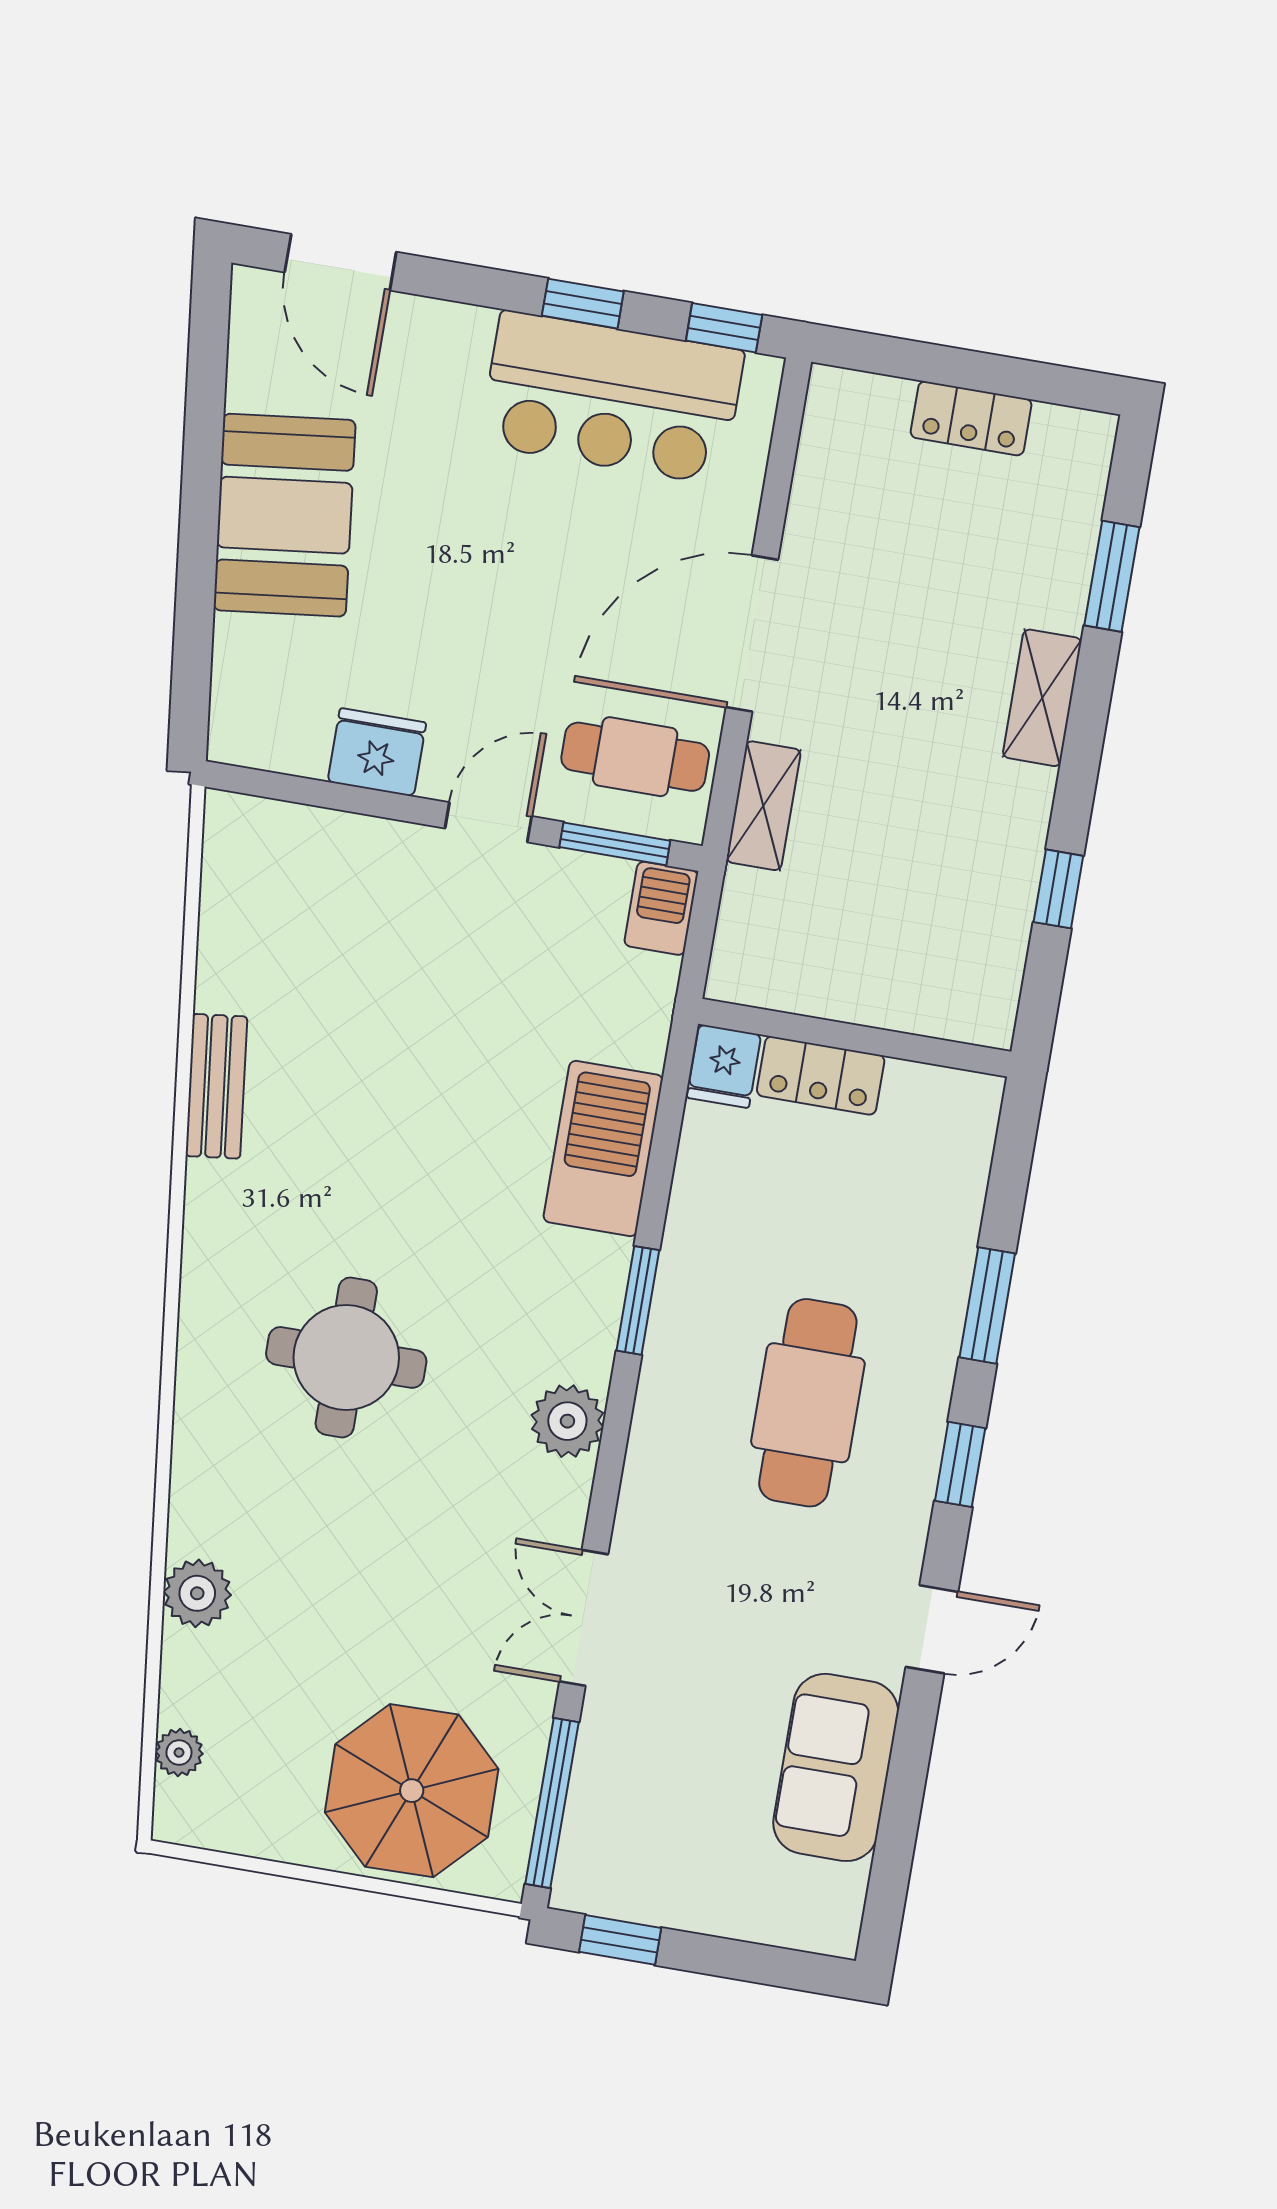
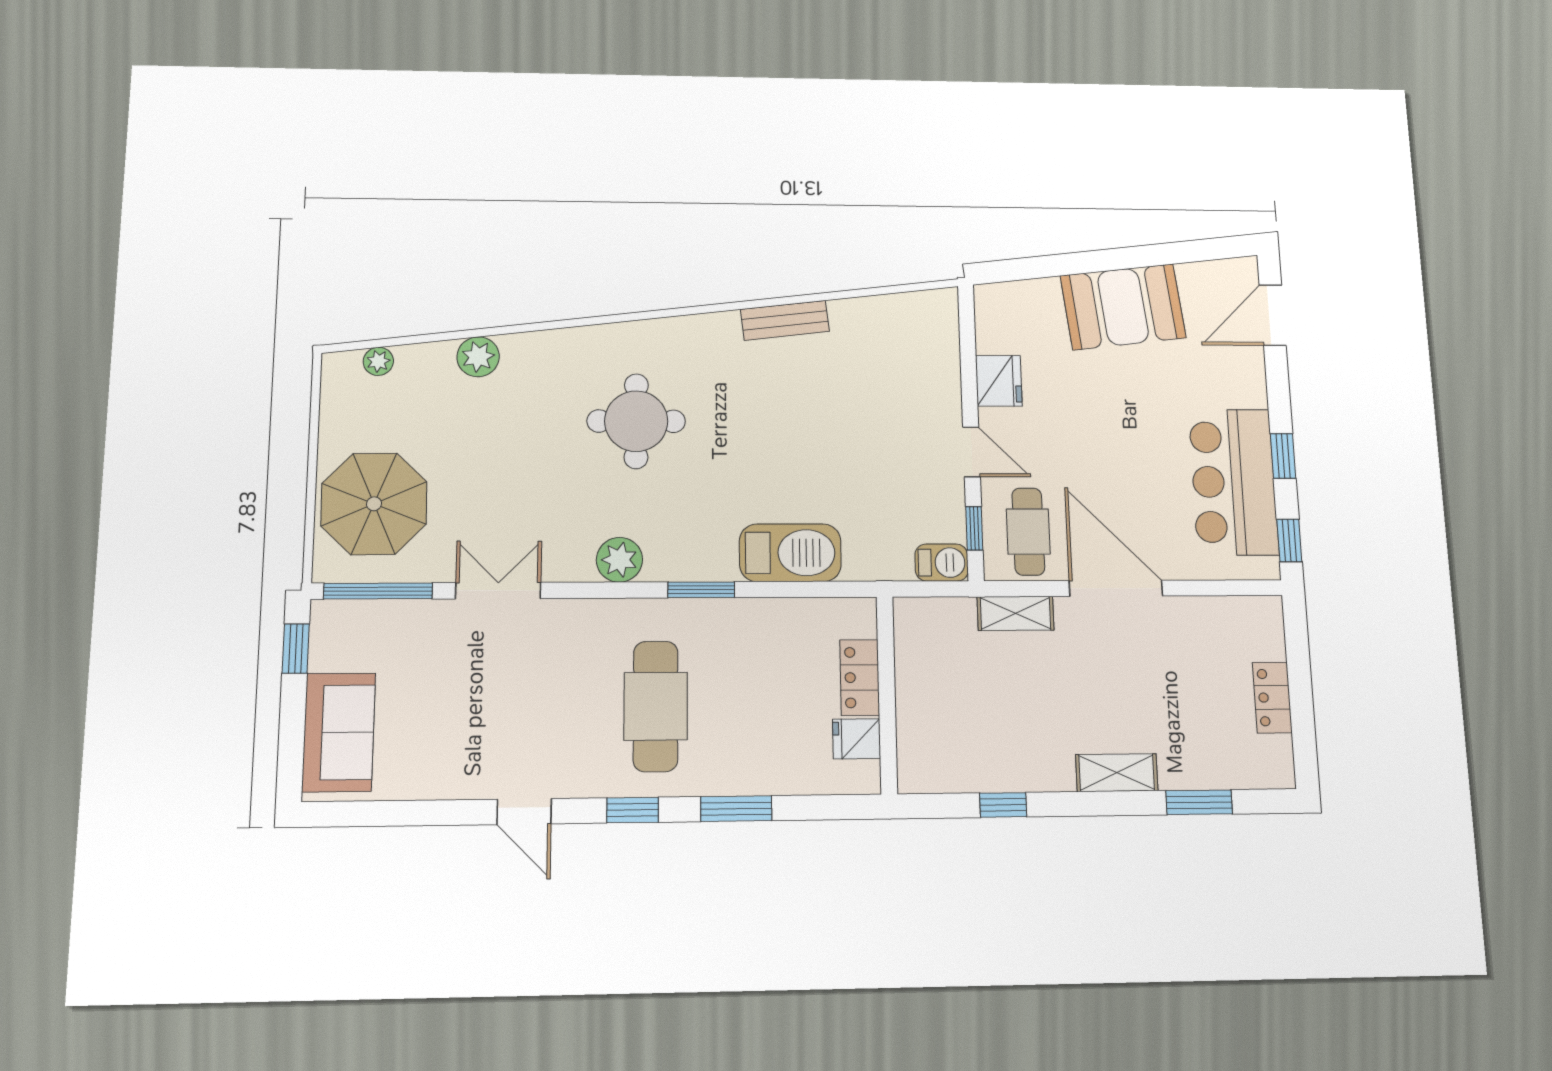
window: (615, 844) -> (974, 528), width x0.67
fridge: (724, 1066) -> (857, 739), moved
cafe table: (808, 1403) -> (656, 706), turned 90
sofa: (836, 1767) -> (339, 732), moved, turned 90

